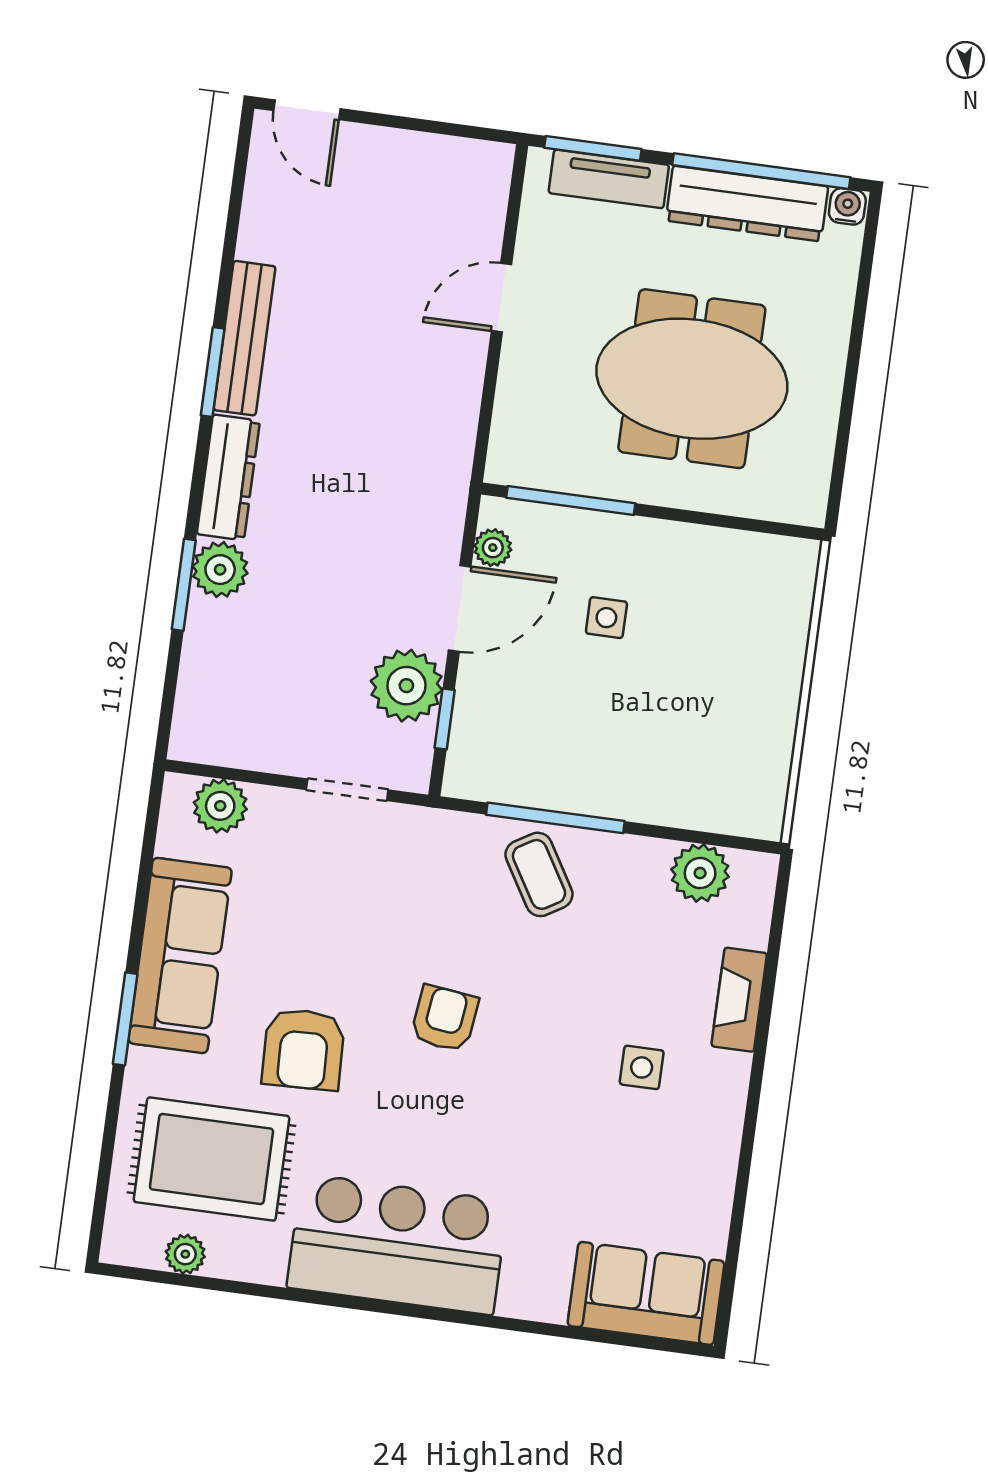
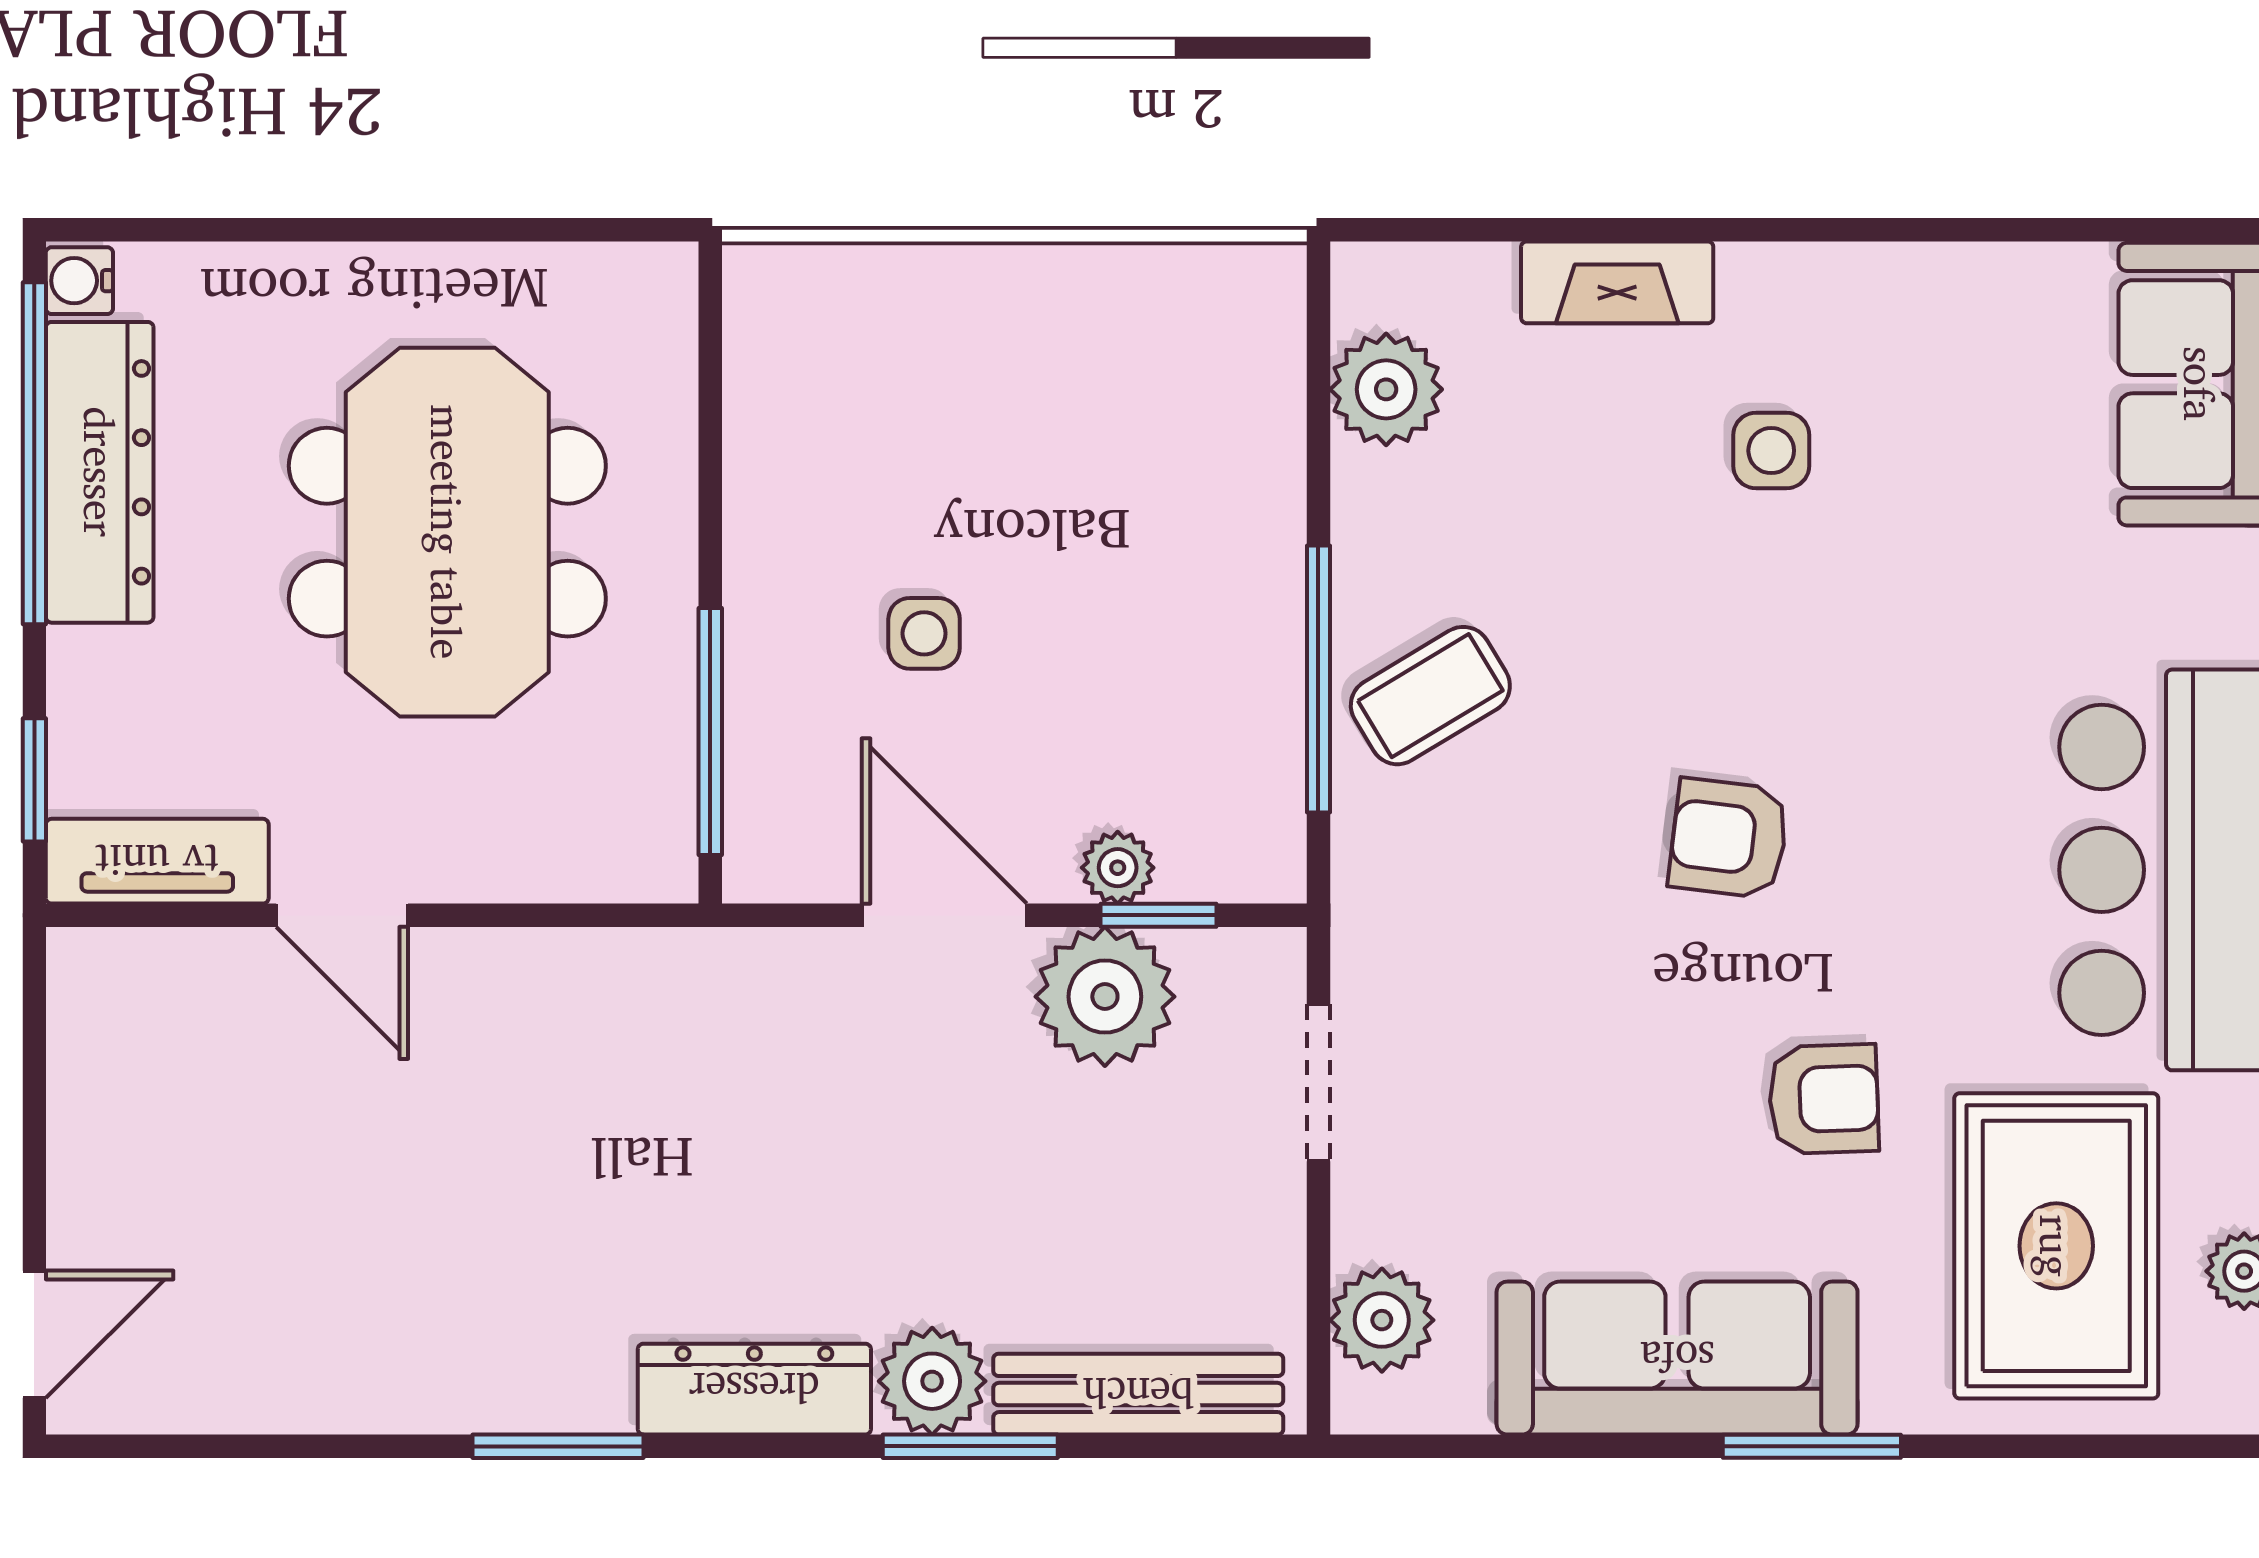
window: (593, 148) -> (34, 780), width x0.67
tv unit: (609, 179) -> (157, 861), moved, turned -90
bench: (245, 338) -> (1138, 1394), moved
plant: (493, 548) -> (1118, 868), moved
armchair: (303, 1049) -> (1824, 1099), width x0.72, depth x0.72

